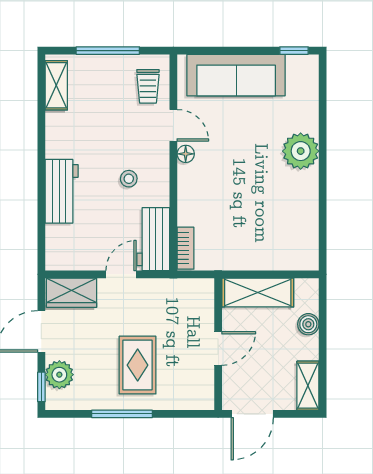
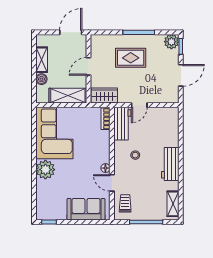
sofa: (236, 75) -> (86, 209), width x0.73
workbench: (62, 191) -> (170, 164), moved
corner sofa: (283, 221) -> (54, 133), added
wardrobe: (72, 293) -> (104, 96), moved
rug: (138, 365) -> (131, 58), turned 90
plant: (59, 375) -> (171, 42), moved
shelving: (308, 386) -> (42, 60), moved

